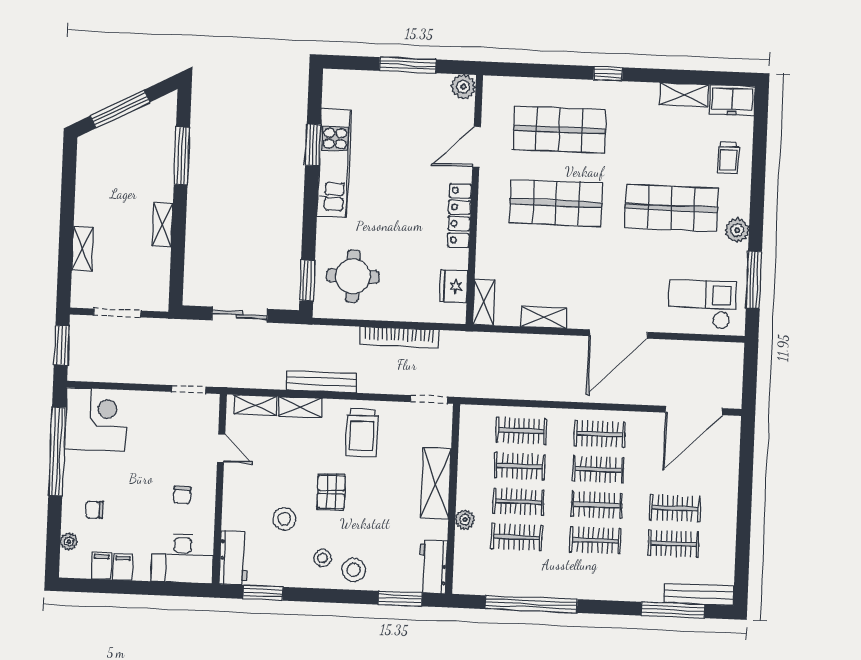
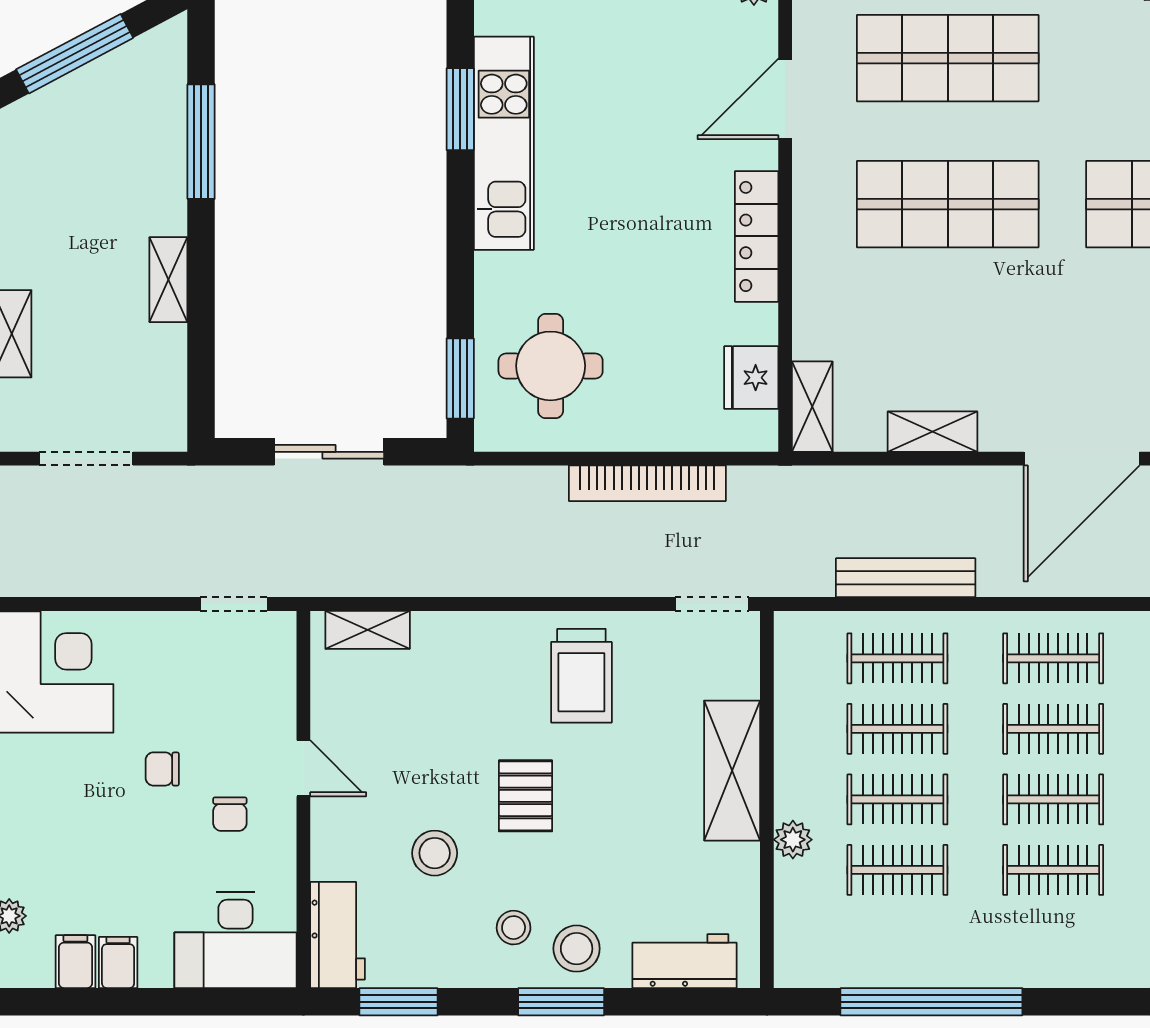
bench: (322, 382) -> (906, 578), moved
shelving: (300, 407) -> (457, 630), removed
door: (221, 448) -> (303, 768), moved
chair: (94, 510) -> (162, 769), moved
workbench: (433, 567) -> (685, 961), moved, turned 90
window: (400, 599) -> (561, 1002), moved

